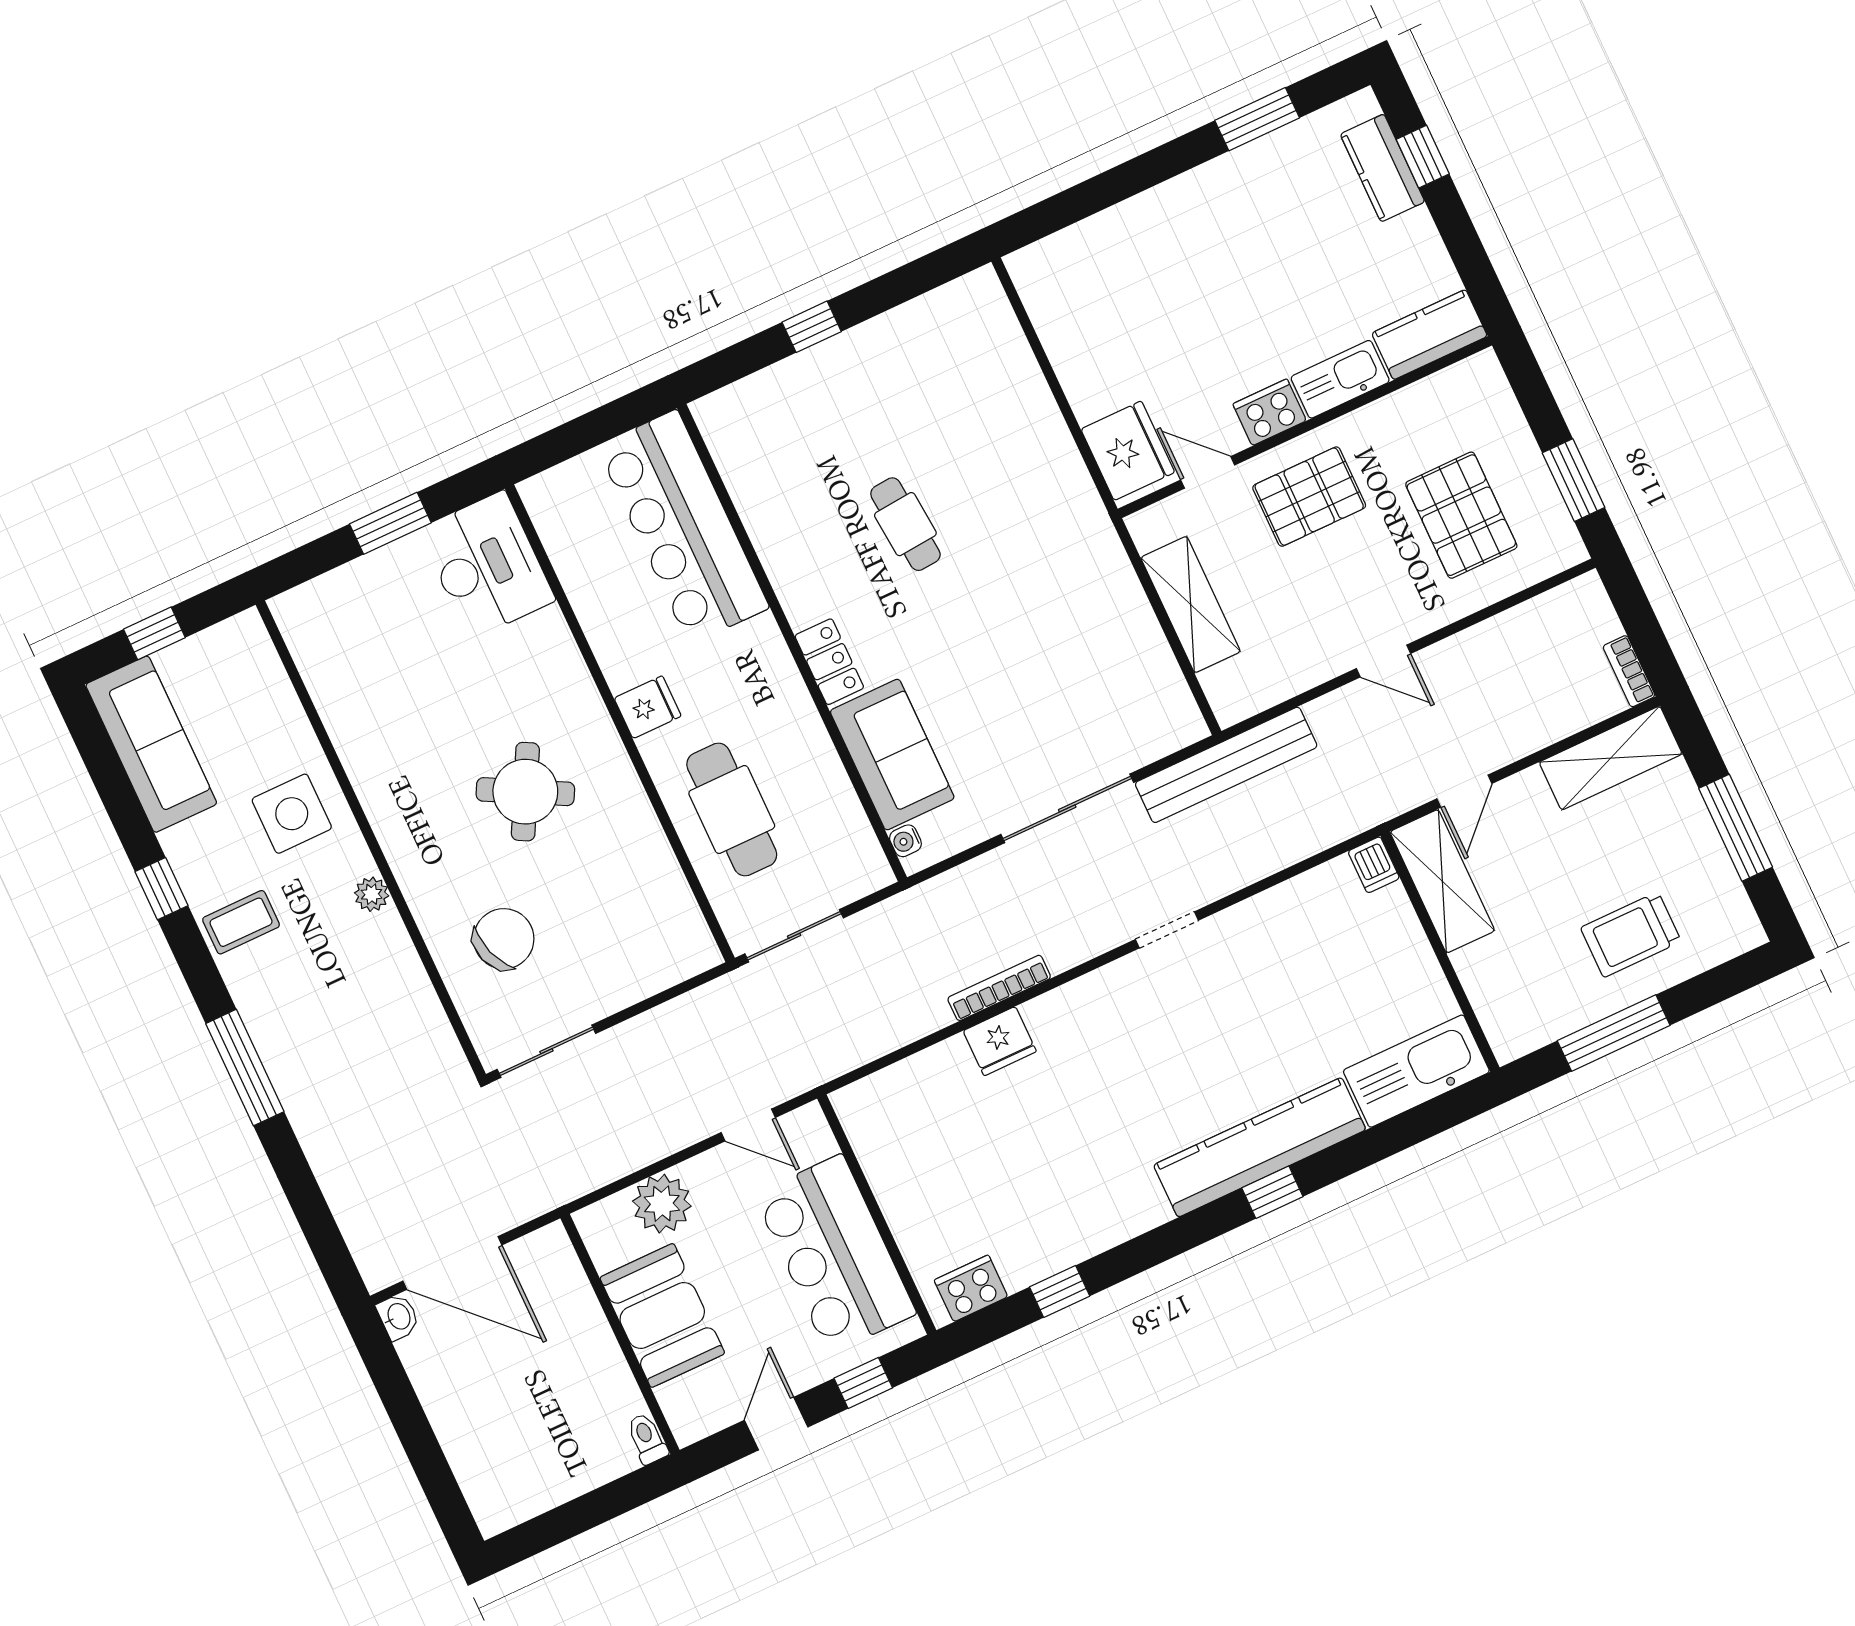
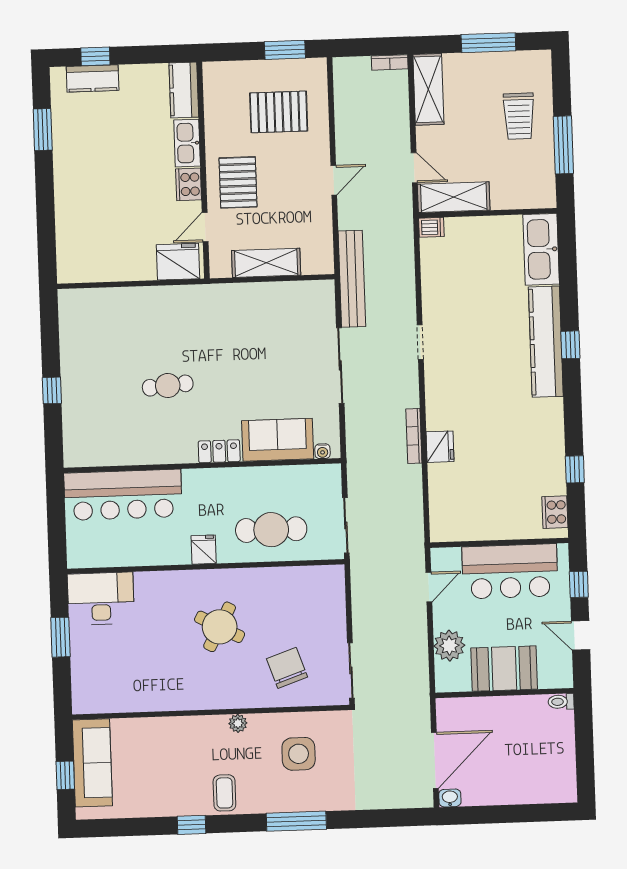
sofa: (151, 744) -> (92, 763), moved, turned 90
side table: (292, 814) -> (299, 754), moved

